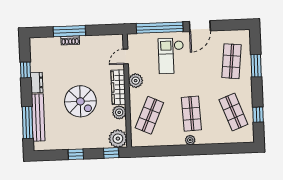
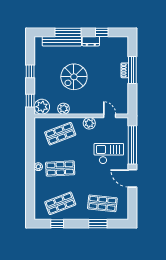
wardrobe: (118, 87) -> (84, 109), removed
shop shelf: (149, 115) -> (60, 134), turned -45
window: (27, 123) -> (68, 32), moved

